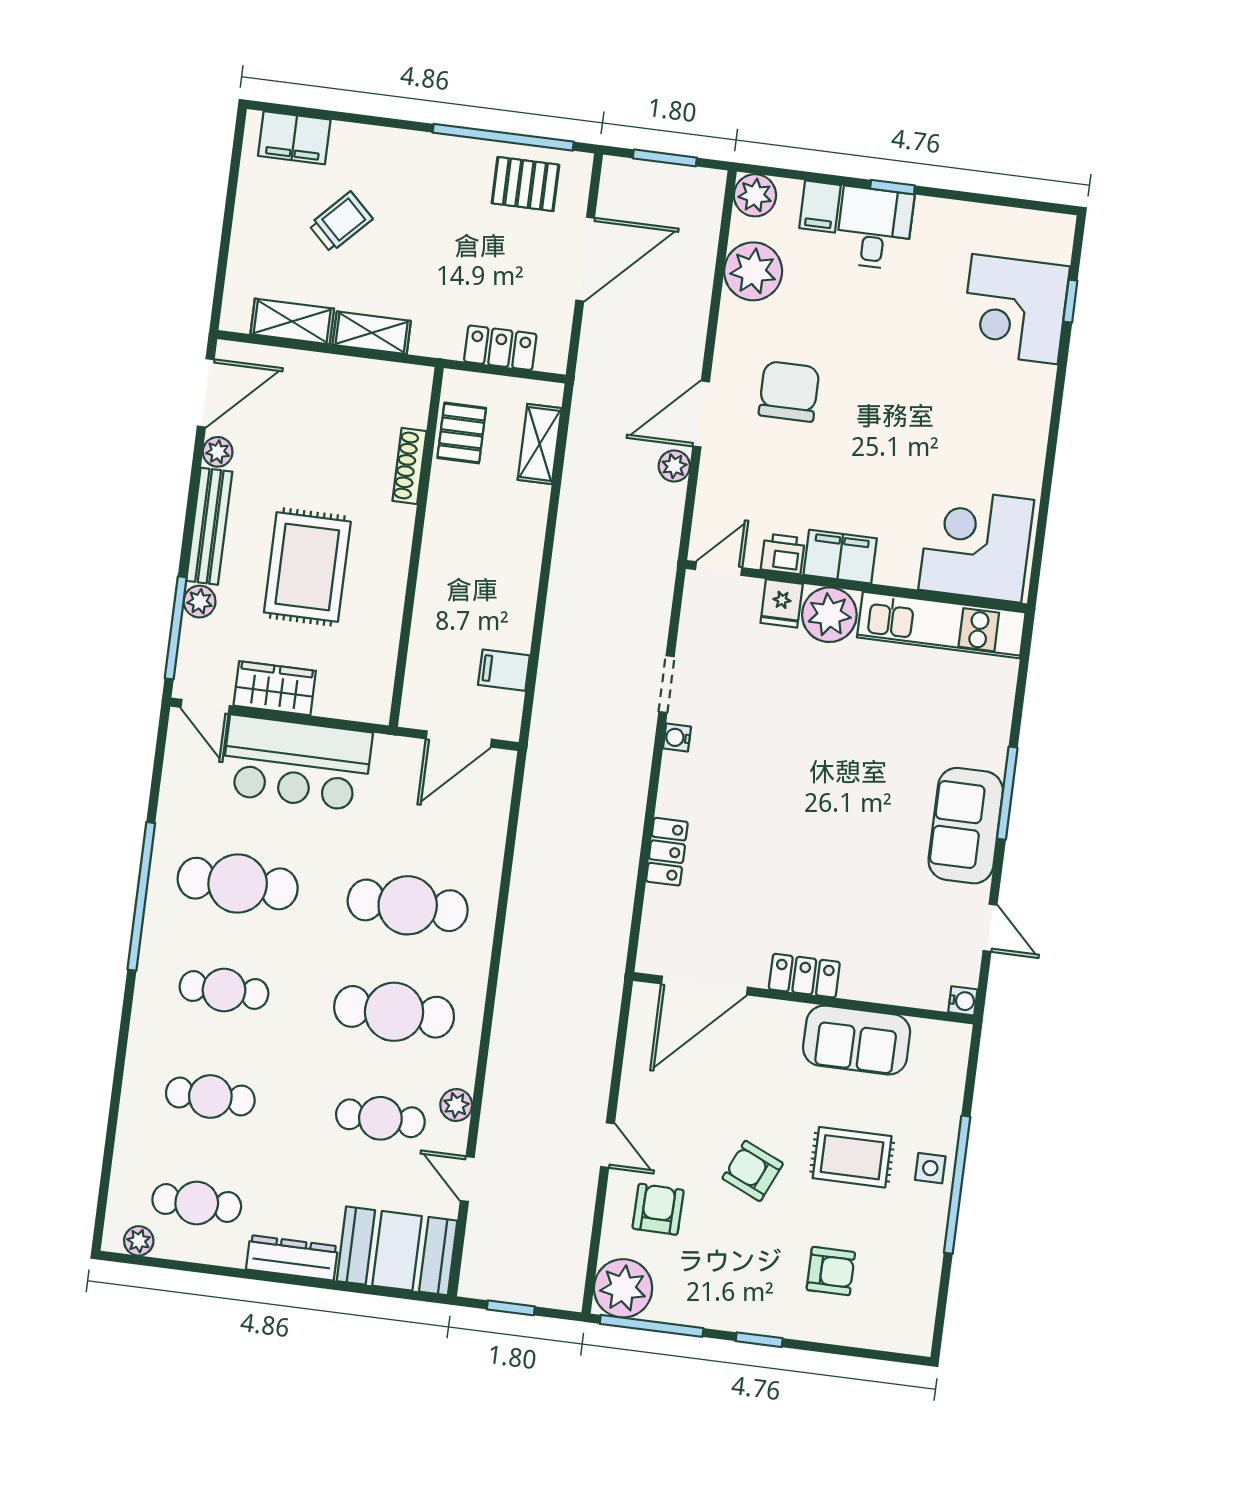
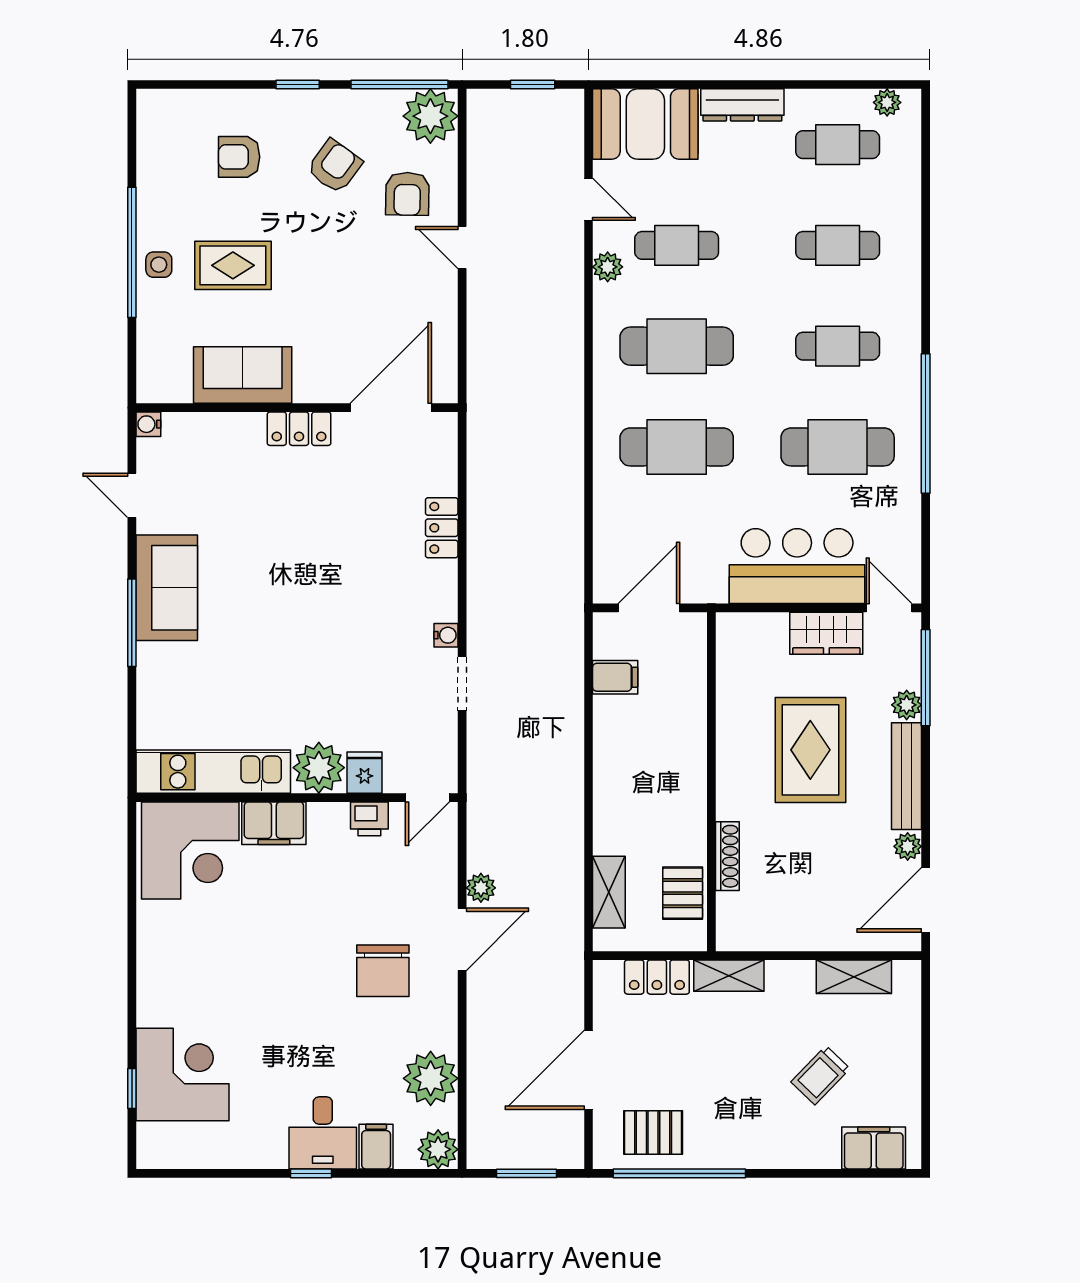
shelving: (372, 333) -> (729, 976), moved
filing cabinet: (840, 557) -> (274, 823), moved
armchair: (753, 1171) -> (335, 166), moved, turned -78

